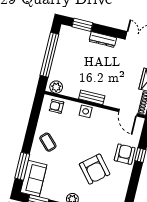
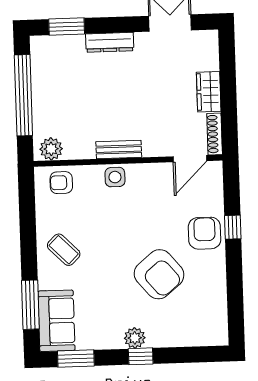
door: (128, 113) -> (190, 159), hinge flipped

